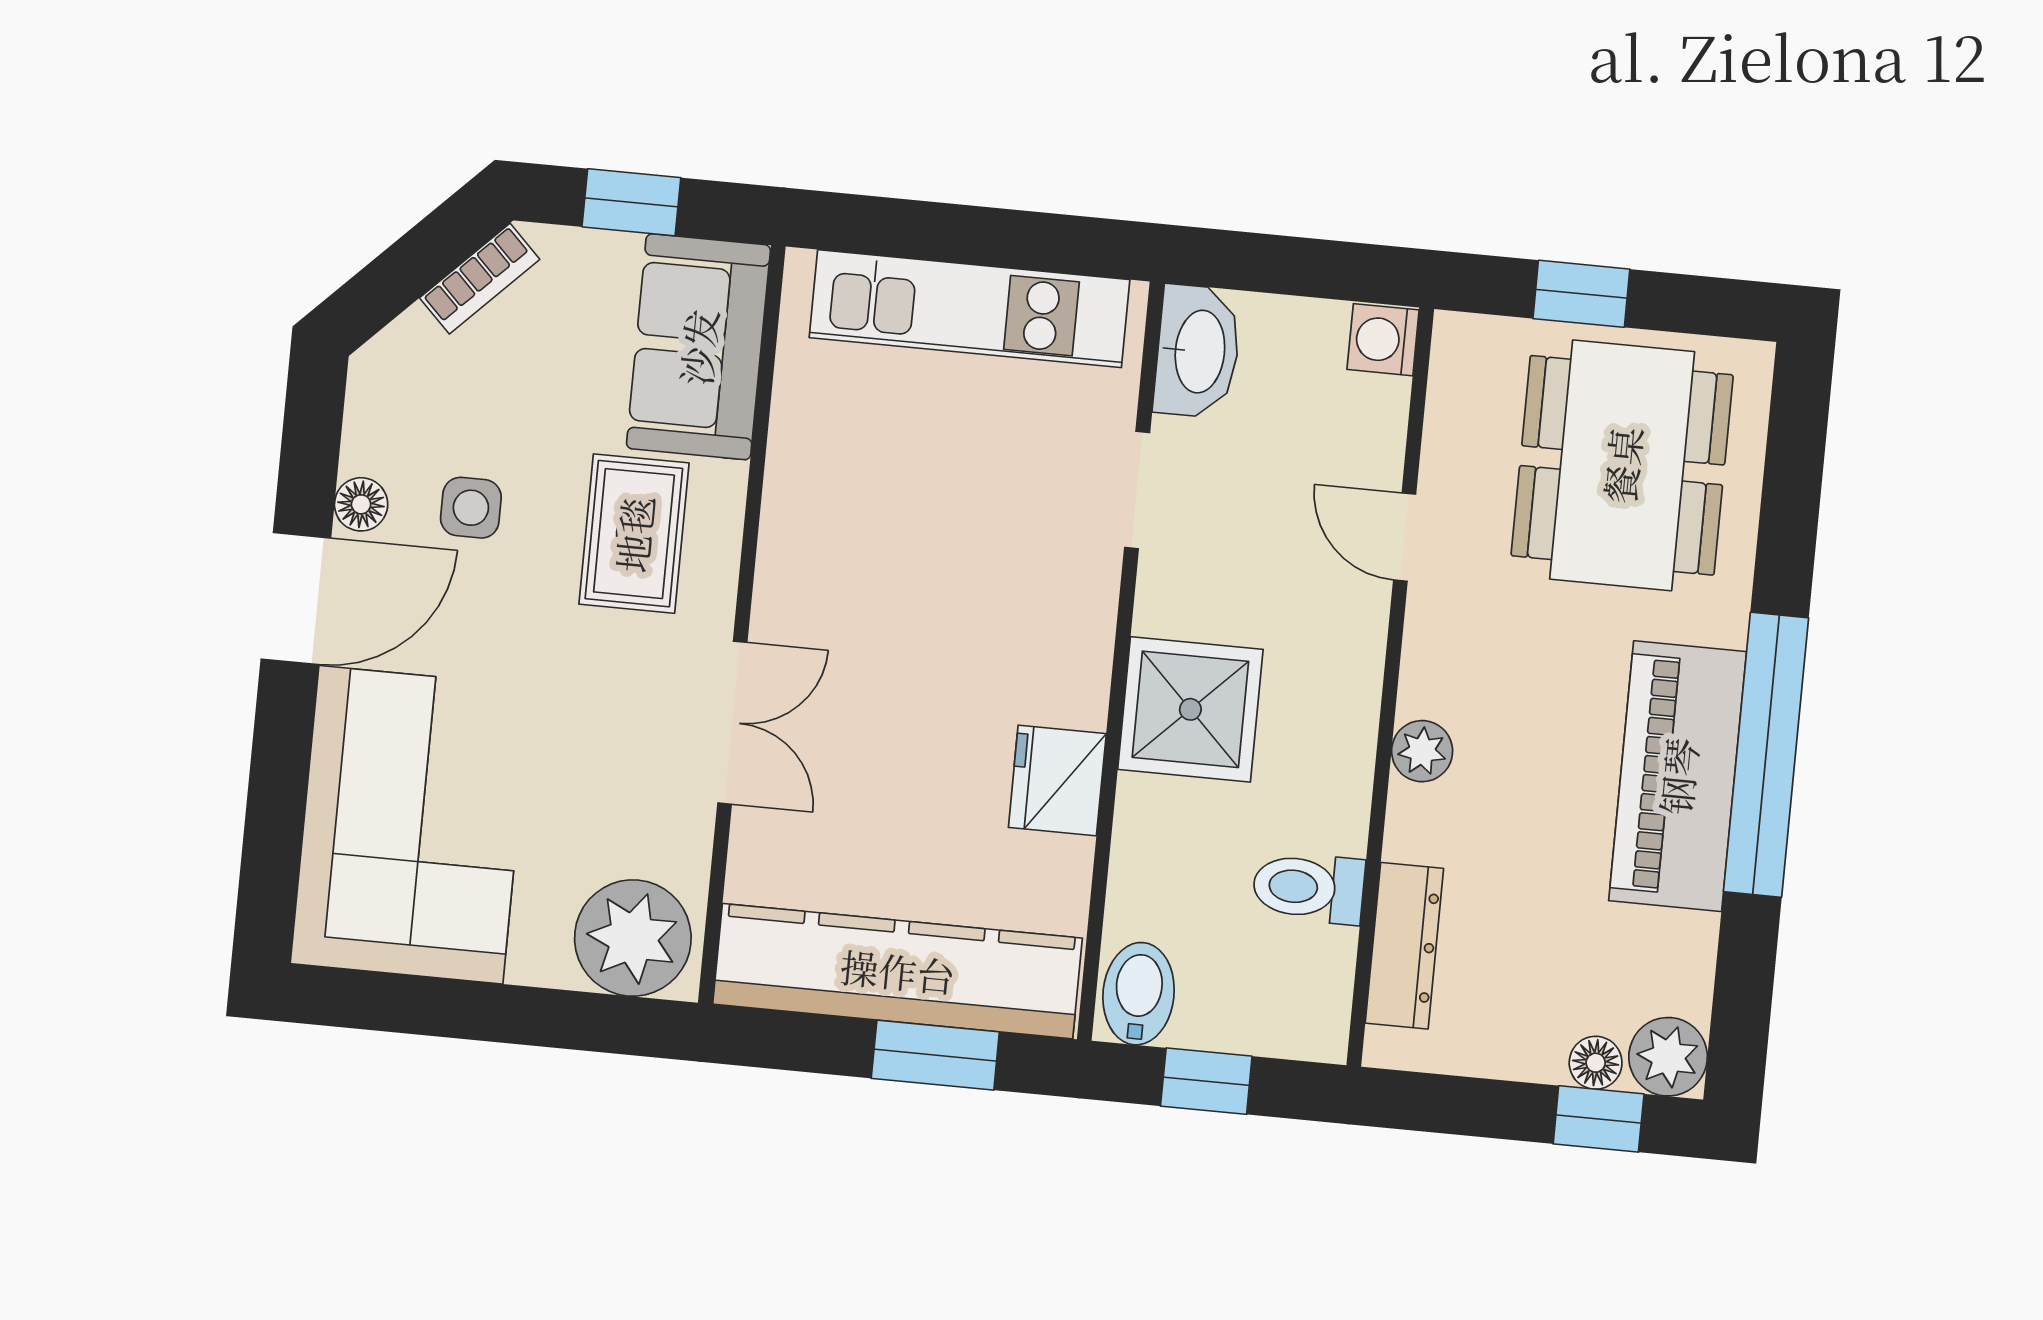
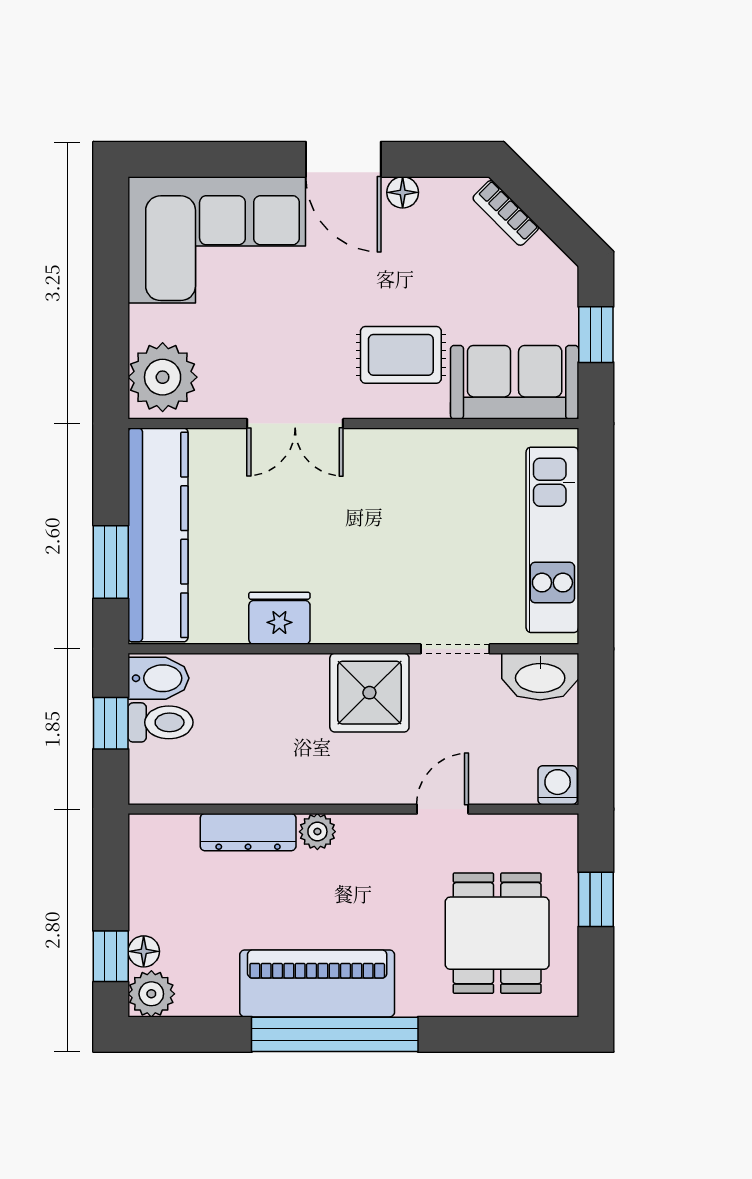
bookcase: (480, 279) -> (506, 213), moved
dining table: (1622, 465) -> (497, 933), width x0.73
side table: (471, 508) -> (407, 257), removed
shower: (1190, 709) -> (369, 693), moved
toilet: (1309, 888) -> (160, 722), moved, turned 90
dresser: (1404, 946) -> (248, 832), moved

